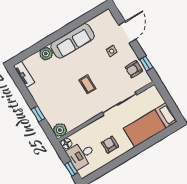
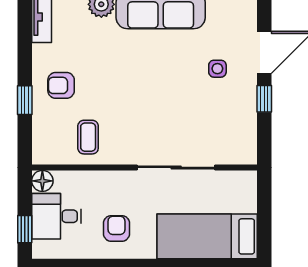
window: (146, 63) -> (264, 99), moved
armchair: (134, 69) -> (61, 85), moved
coffee table: (87, 84) -> (88, 137), moved
plant: (60, 130) -> (46, 151), removed

